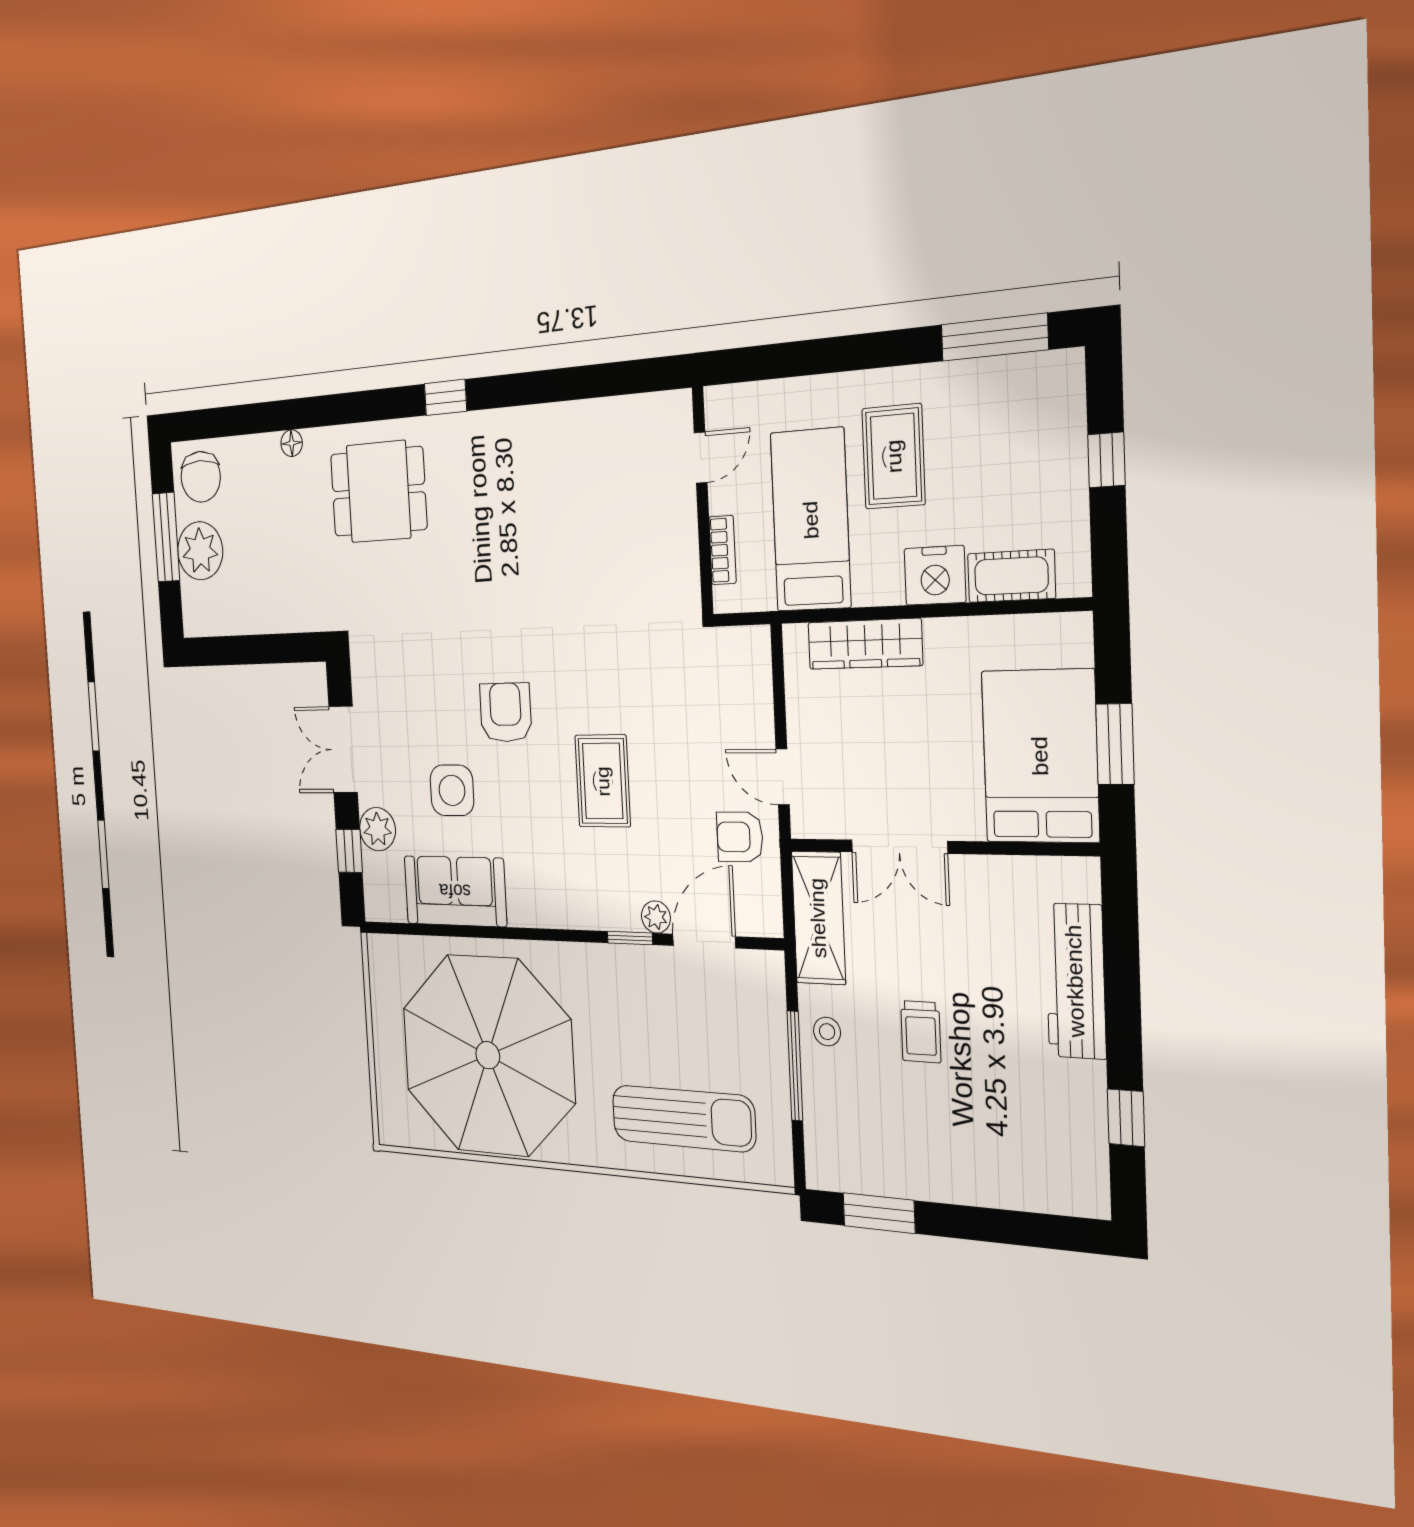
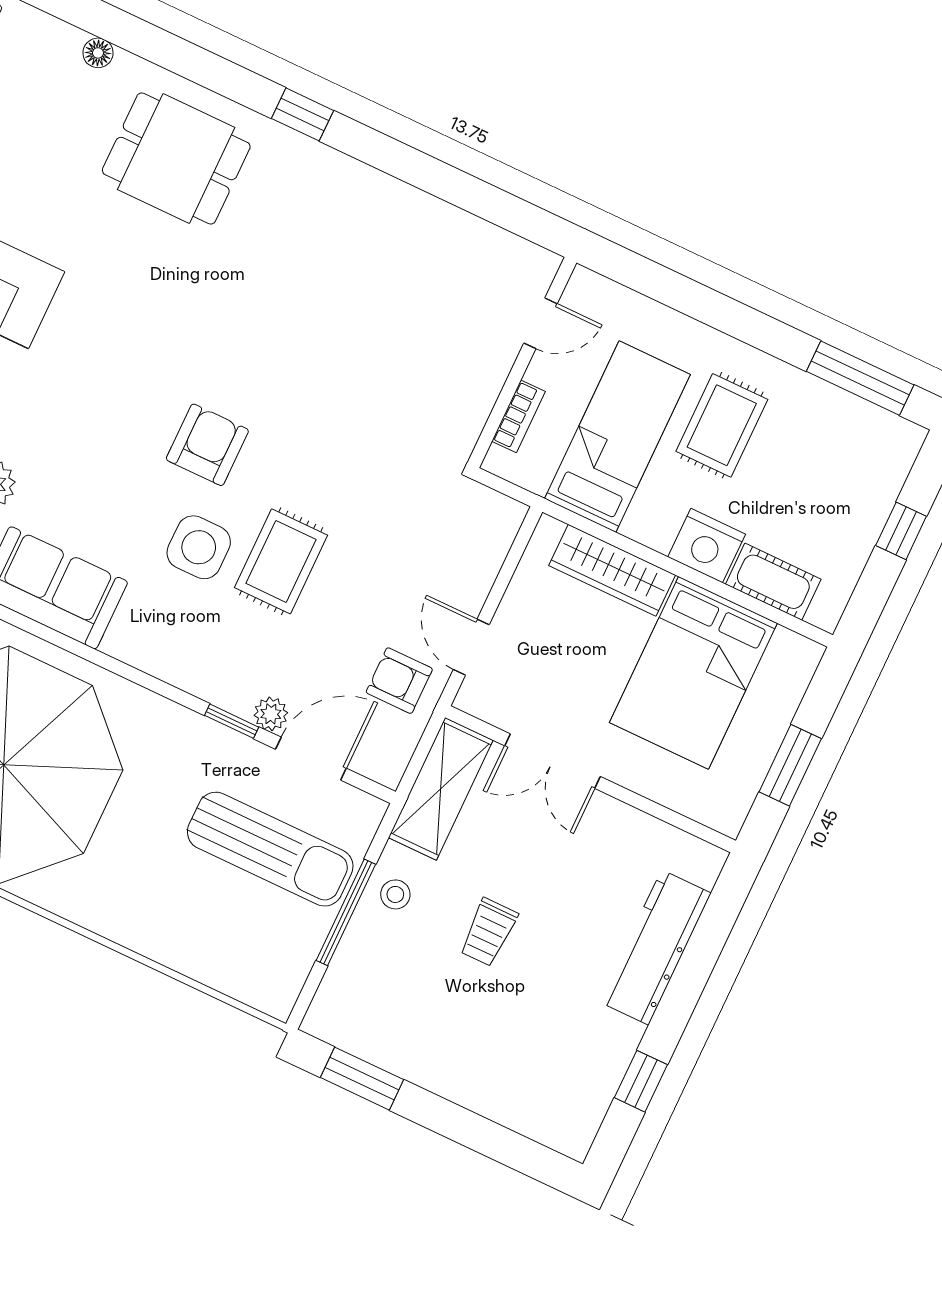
bed: (1040, 756) -> (693, 673), moved, turned 180
side table: (452, 790) -> (199, 547), moved
sun lounger: (683, 1118) -> (270, 849), moved

